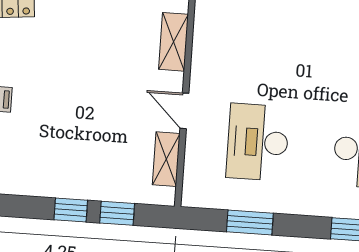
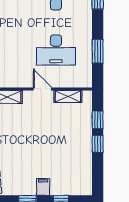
door: (184, 111) -> (42, 89), swing flipped

